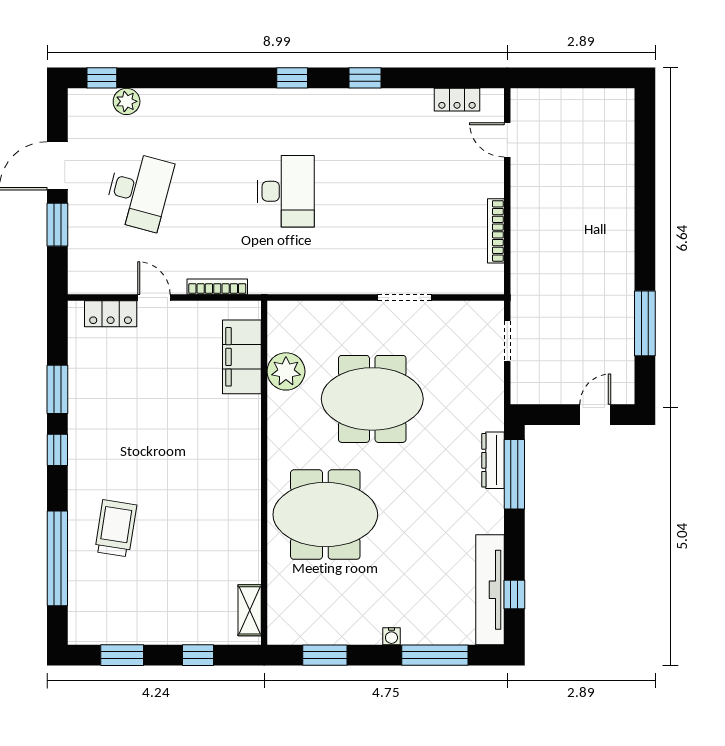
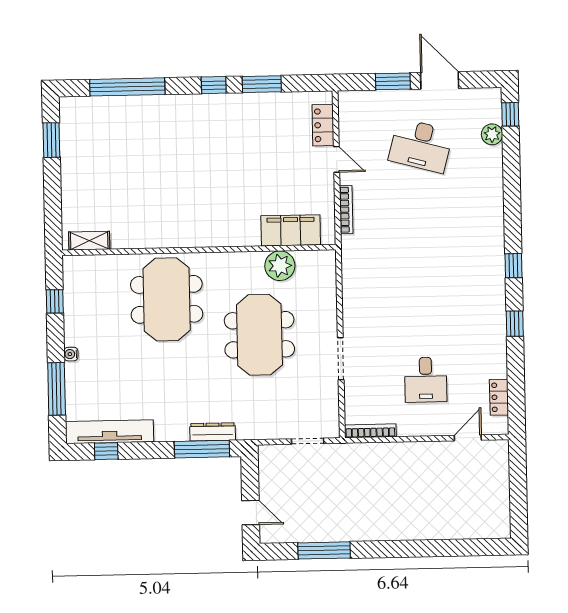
desk: (286, 191) -> (426, 380), moved, width x0.73
bookcase: (496, 231) -> (370, 431), moved
door: (154, 297) -> (337, 159), hinge flipped
trolley: (116, 528) -> (152, 133), removed
window: (198, 655) -> (53, 200), removed
window: (325, 655) -> (55, 301), width x0.67

